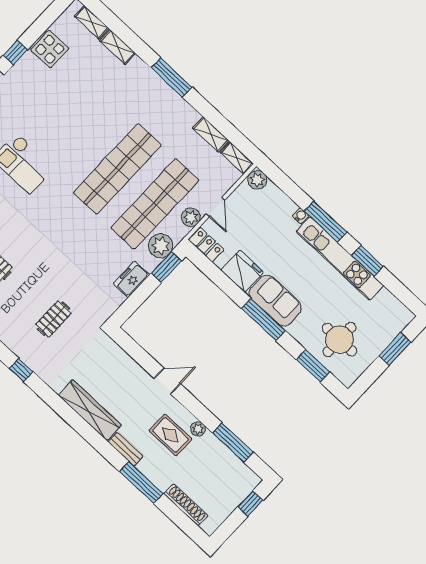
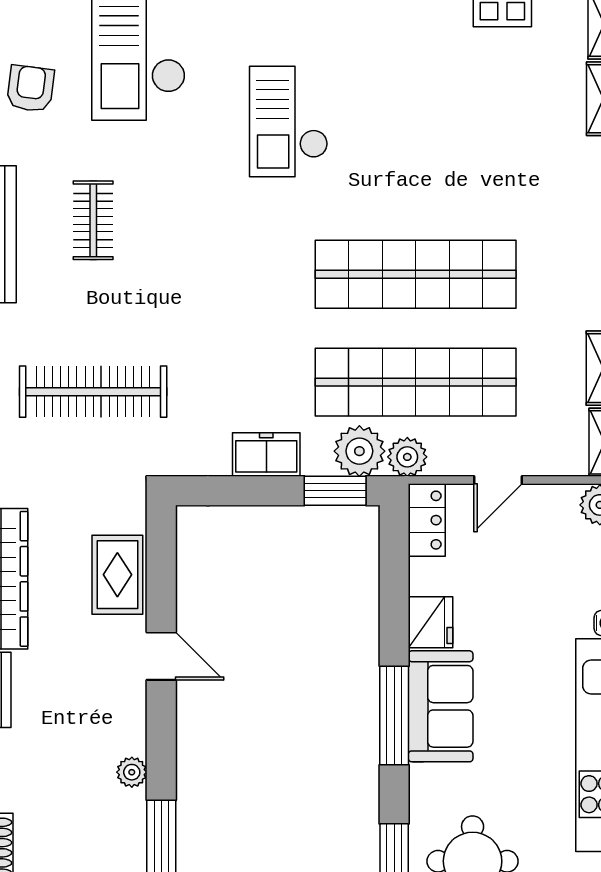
plant: (191, 217) -> (407, 457), moved
fridge: (242, 271) -> (430, 622), width x0.73, depth x0.75
clothes rail: (53, 319) -> (93, 392), width x1.86, depth x1.31
rug: (170, 435) -> (117, 575), moved

